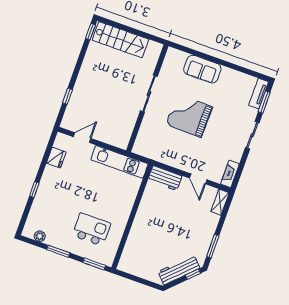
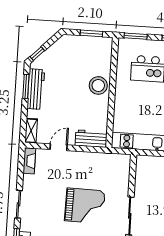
door: (198, 179) -> (59, 147), hinge flipped
stool: (143, 227) -> (98, 85), added
workbench: (179, 270) -> (36, 89), moved, turned -45
window: (136, 279) -> (91, 33), added

